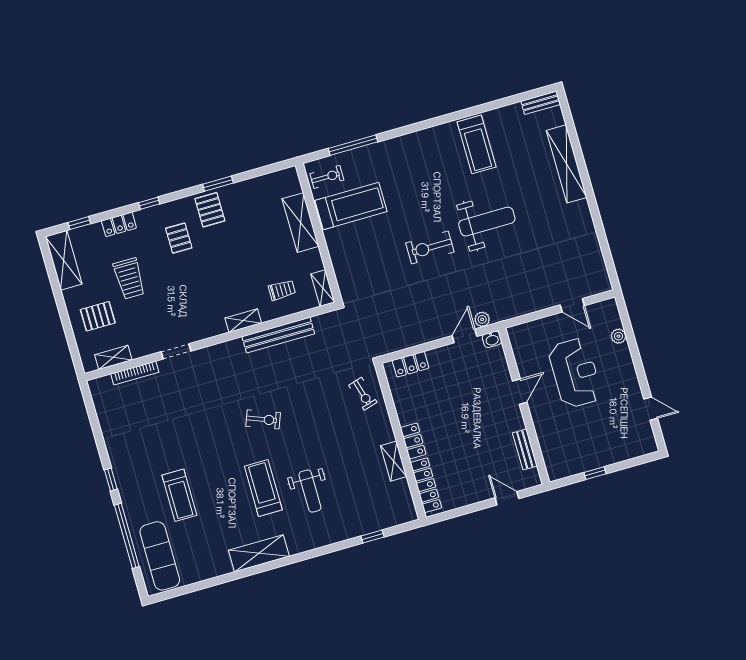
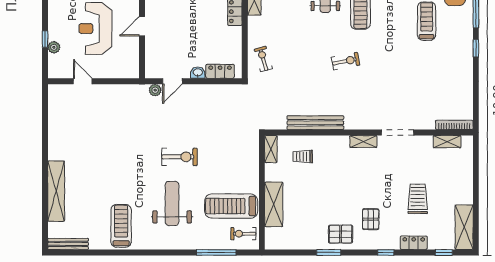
bench: (541, 103) -> (68, 244), width x1.36
pallet: (210, 210) -> (341, 234), turned 90
weight bench: (487, 222) -> (172, 203), moved, turned 90
pallet: (98, 316) -> (450, 177), removed
shelving: (243, 321) -> (363, 142), moved
washbasin: (492, 339) -> (198, 73), moved
window: (632, 343) -> (45, 39), added
doorway: (176, 351) -> (398, 133), width x1.38
bookcase: (135, 373) -> (454, 125), moved
exercise bike: (263, 419) -> (346, 61), turned 148

